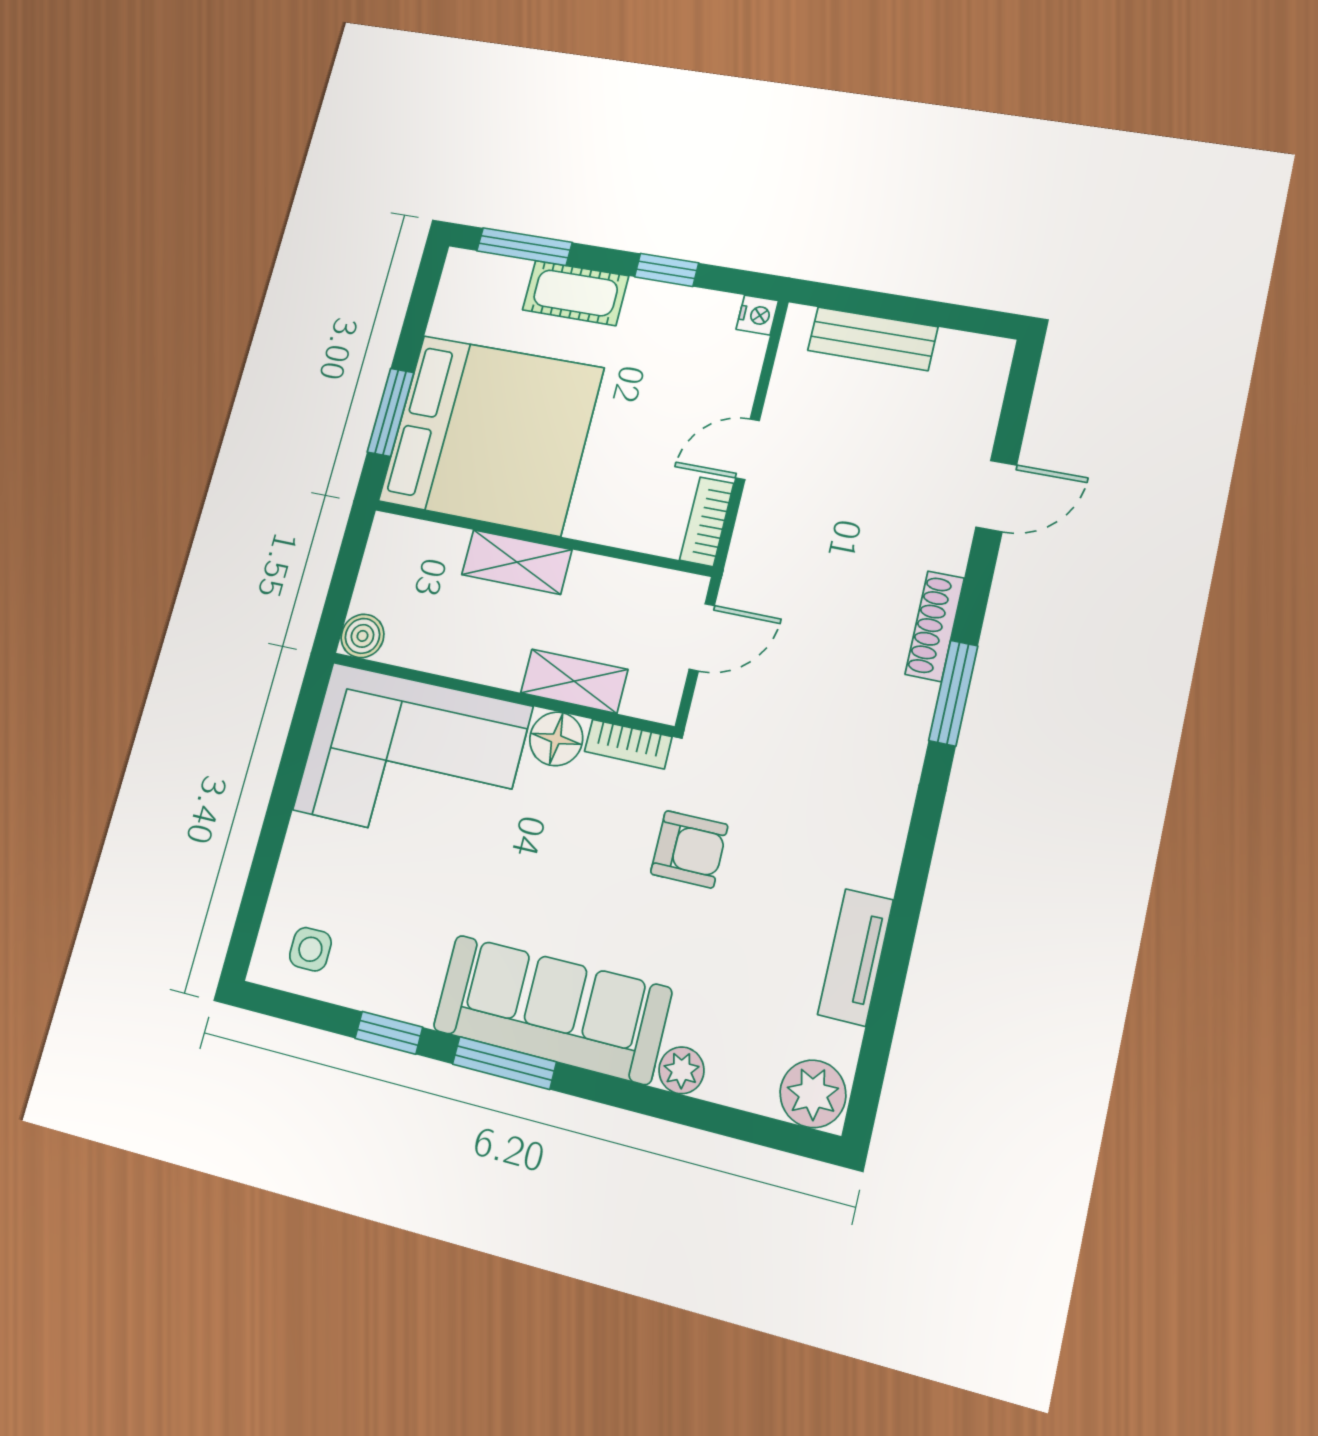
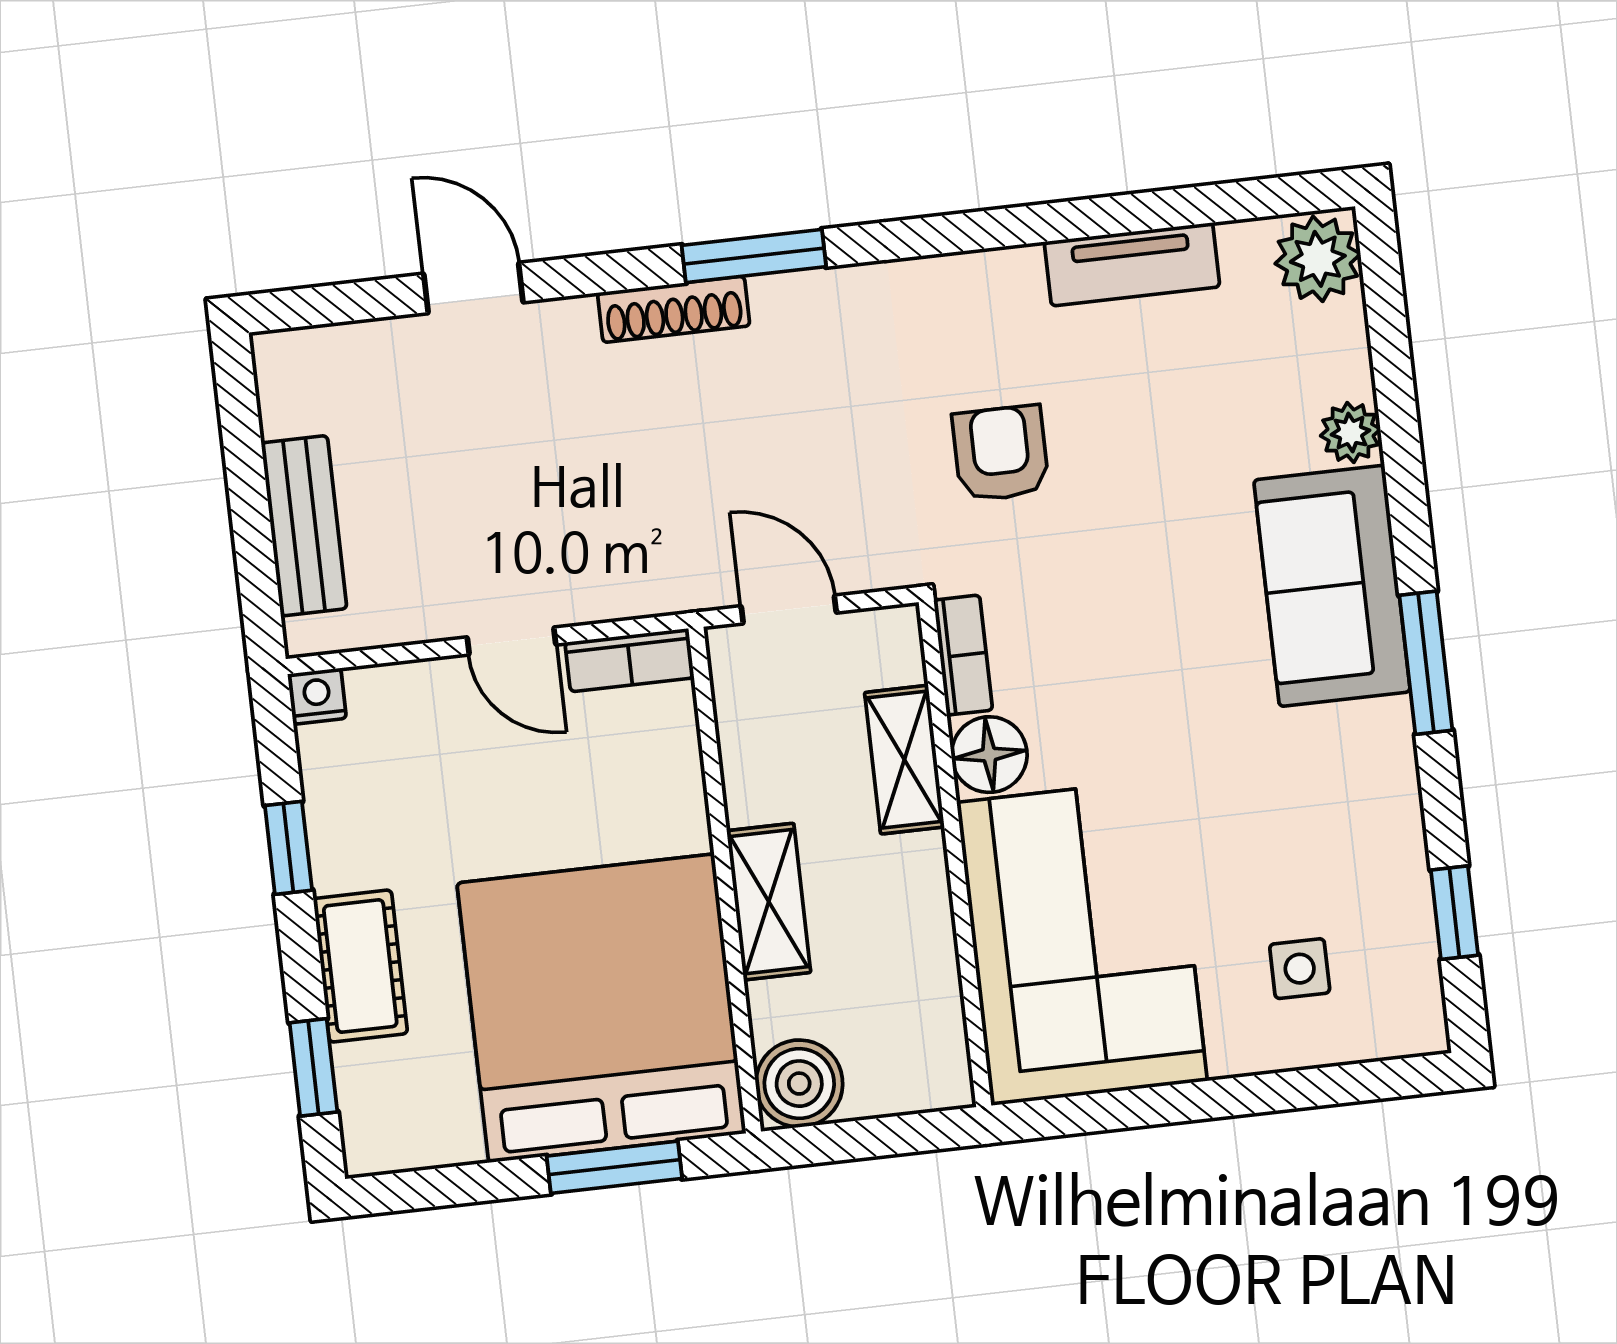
window: (524, 247) -> (313, 1067), width x0.67
boiler: (362, 636) -> (799, 1084), moved, width x1.36, depth x1.36
armchair: (689, 849) -> (1001, 453), moved
side table: (310, 949) -> (1300, 969), moved
sofa: (552, 1009) -> (1332, 586), width x0.73
window: (389, 1033) -> (1454, 913), moved

